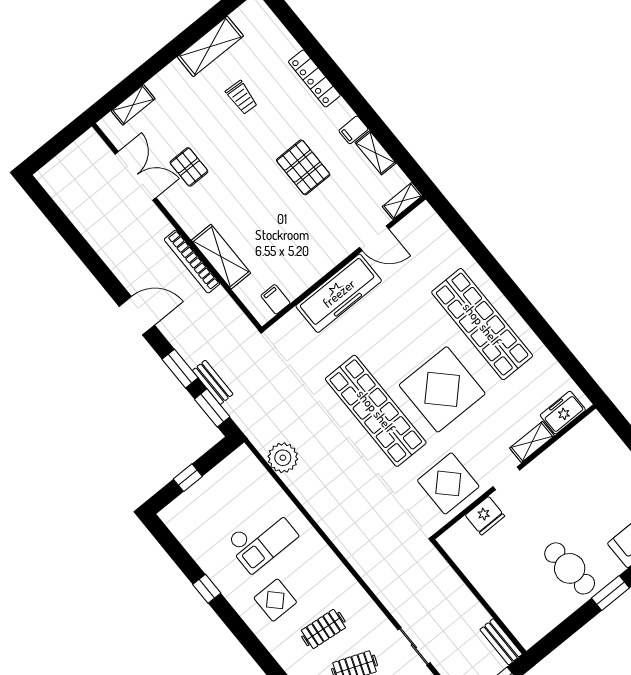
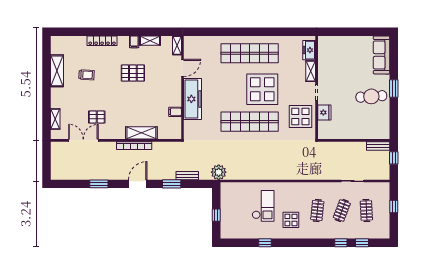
filing cabinet: (276, 299) -> (175, 112), moved
window: (212, 408) -> (99, 184), moved
plant: (283, 458) -> (219, 172), moved

